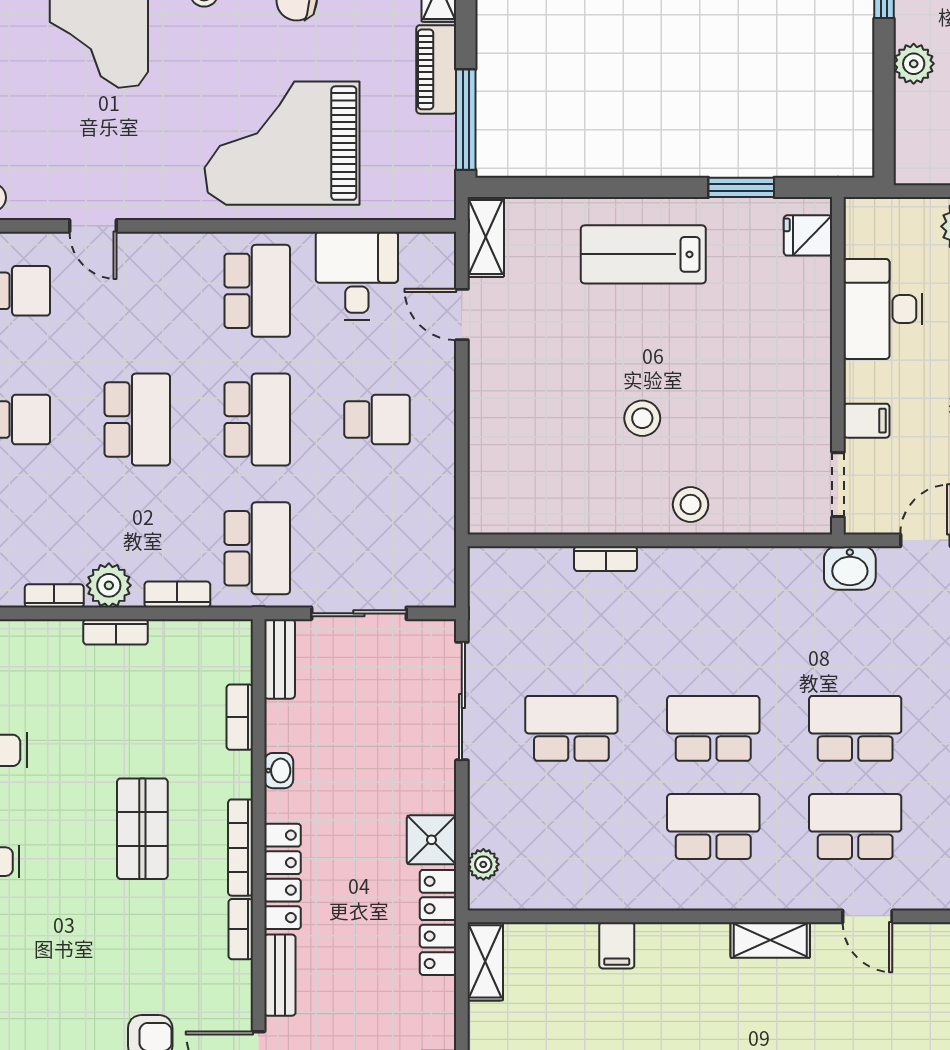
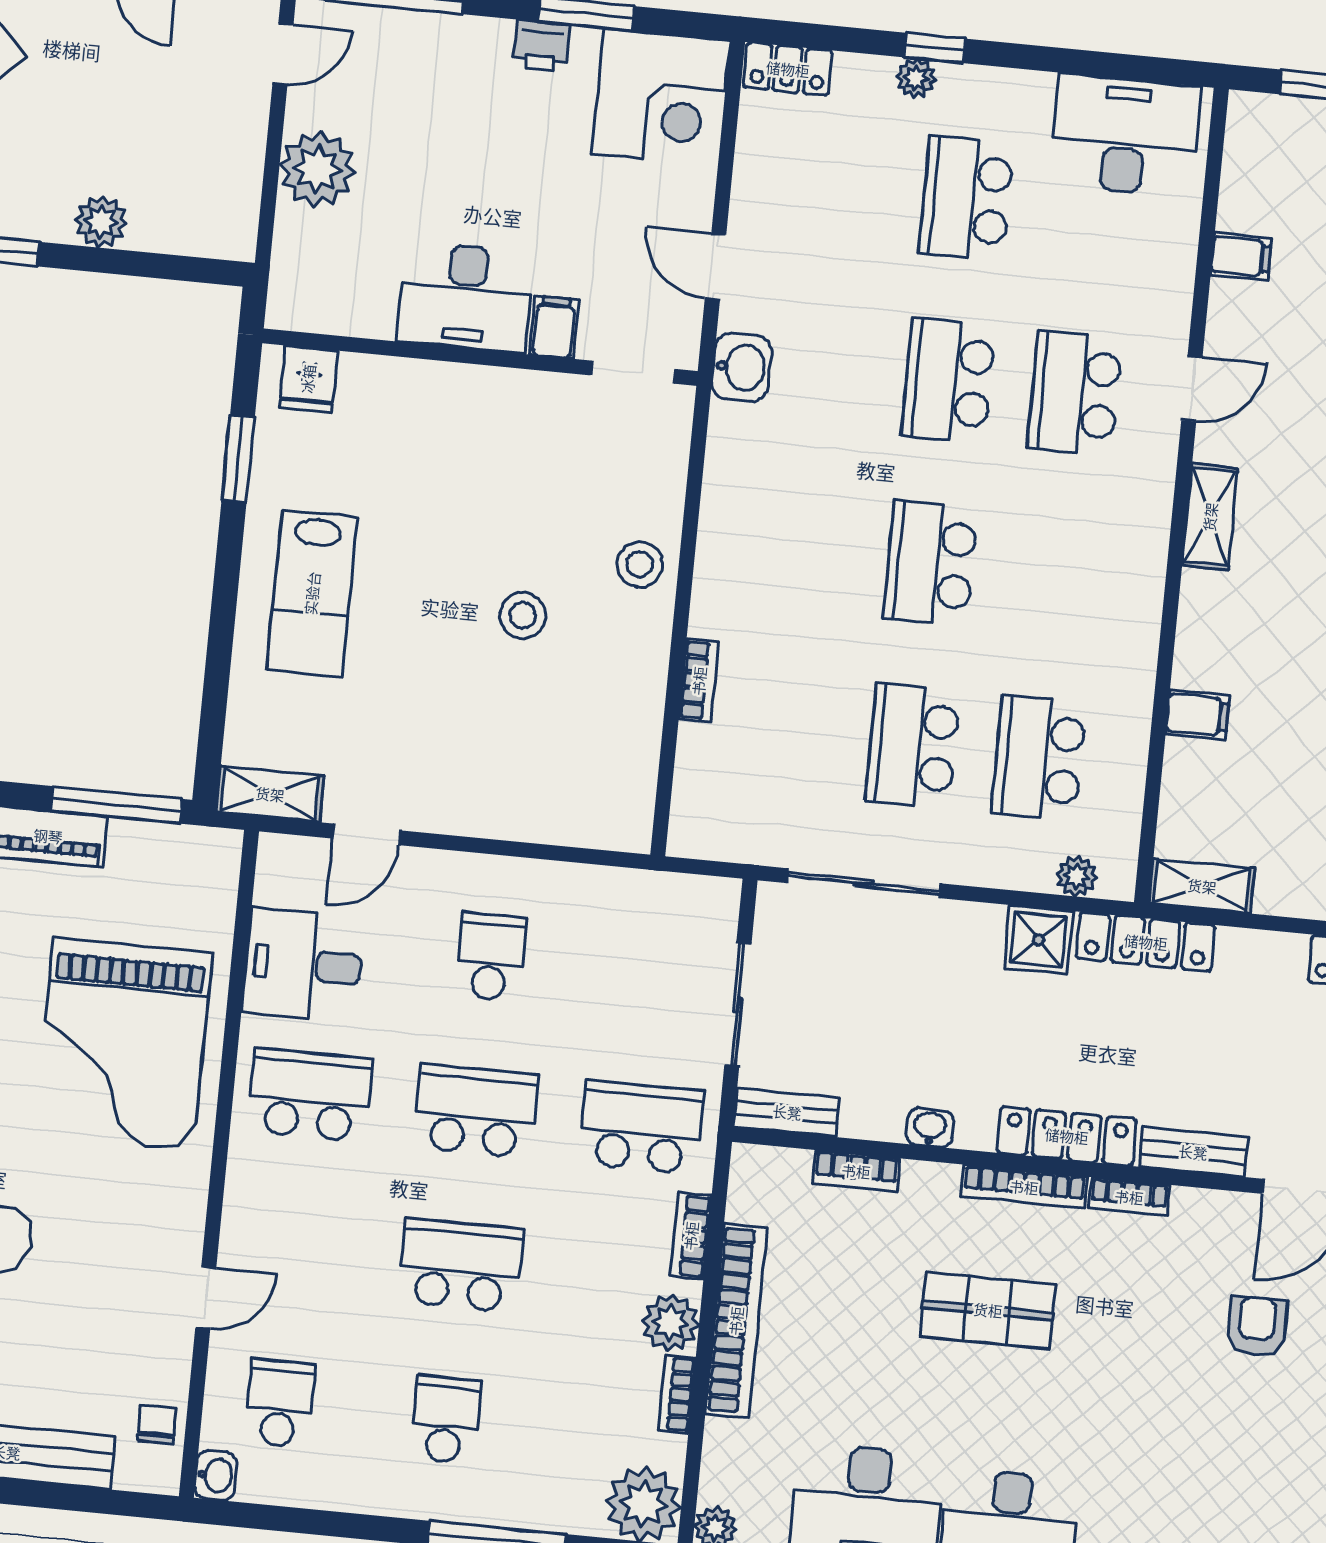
desk: (883, 309) -> (466, 297), moved
bookcase: (116, 632) -> (736, 1321), width x2.31, depth x1.31
school desk: (713, 827) -> (1039, 758), moved

